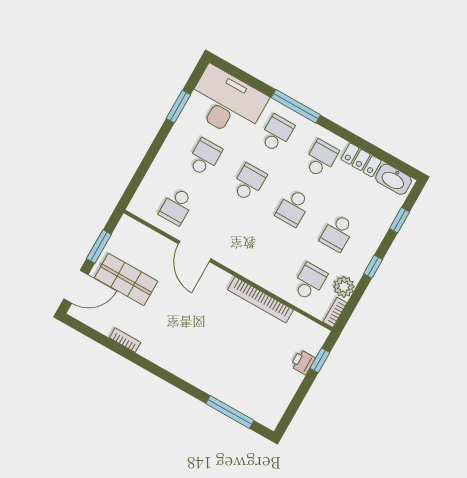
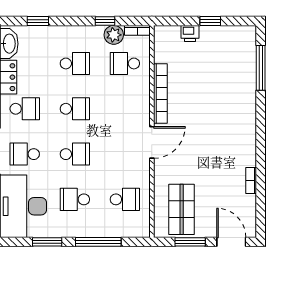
window: (150, 156) -> (98, 242), added
school desk: (321, 159) -> (25, 109), turned 180
school desk: (249, 182) -> (75, 154), turned 180
door: (195, 251) -> (152, 142), moved
window: (373, 267) -> (105, 21), moved
shop shelf: (126, 279) -> (182, 209), moved
window: (320, 360) -> (210, 21), moved

